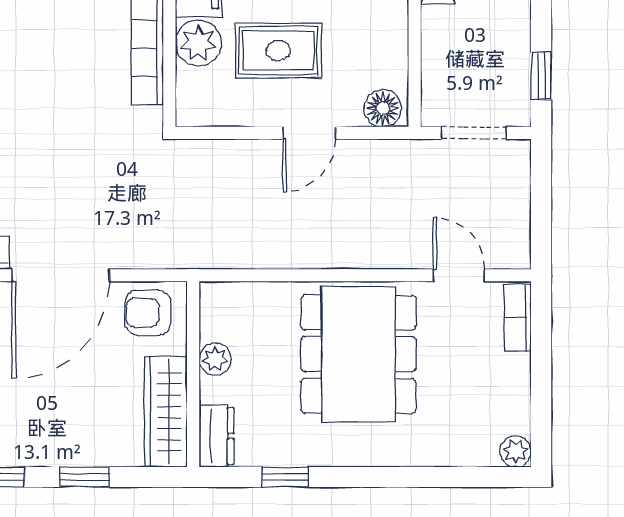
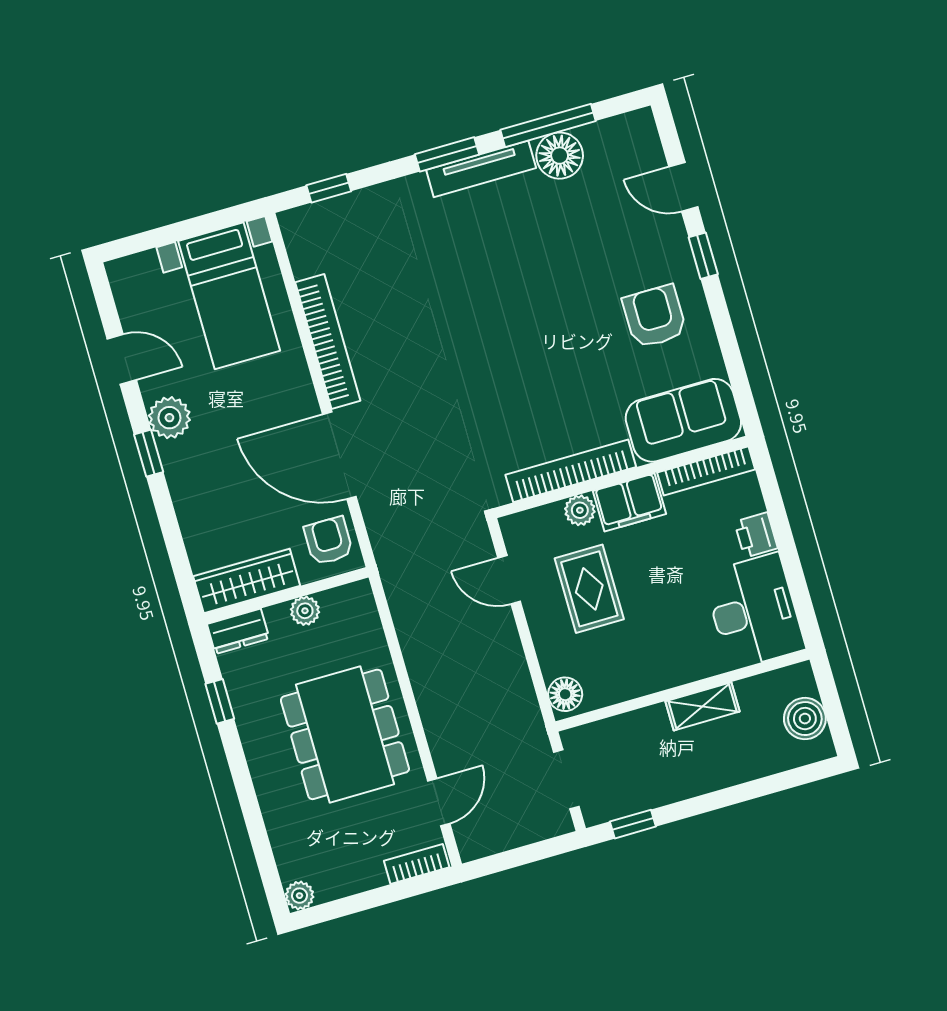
plant: (198, 43) -> (580, 510), width x0.73, depth x0.73
door: (309, 133) -> (509, 580), moved
dining table: (358, 354) -> (345, 734), turned 90
window: (85, 477) -> (170, 527), removed

